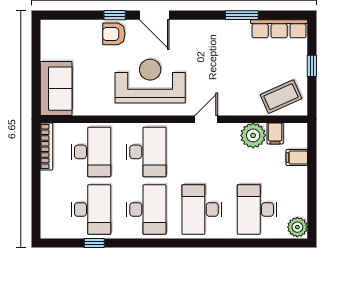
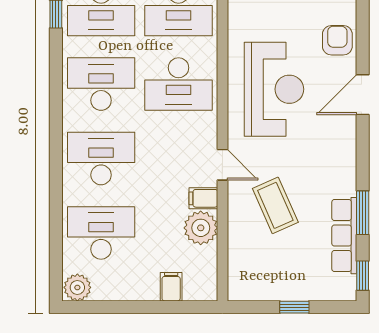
window: (115, 15) -> (363, 276), moved
row of seats: (279, 29) -> (344, 236), moved
coffee table: (281, 97) -> (275, 205), moved
filing cabinet: (275, 133) -> (203, 198), moved
desk: (146, 210) -> (101, 84), turned 180

